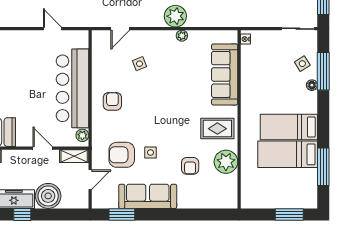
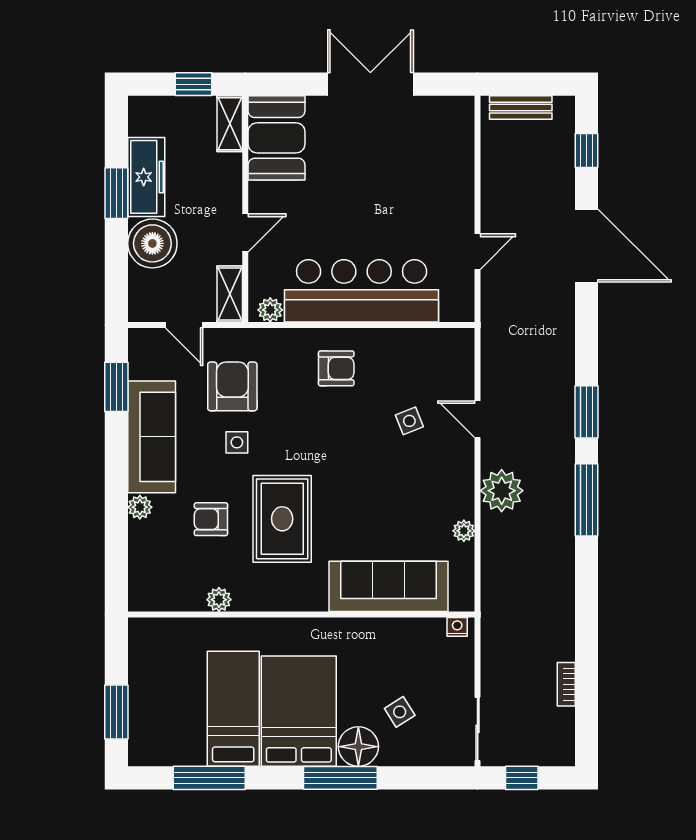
door: (120, 29) -> (478, 419), moved
plant: (182, 36) -> (464, 531), moved
side table: (302, 64) -> (400, 712), moved
window: (323, 71) -> (340, 778), moved
floor lamp: (312, 85) -> (358, 747), width x1.89, depth x1.89
bed: (289, 127) -> (299, 711), width x1.50
rug: (217, 129) -> (282, 519), moved, width x1.36, depth x1.43
plant: (226, 162) -> (219, 600), width x0.53, depth x0.53
plant: (184, 202) -> (140, 507), added
window: (22, 215) -> (116, 193), width x1.50

